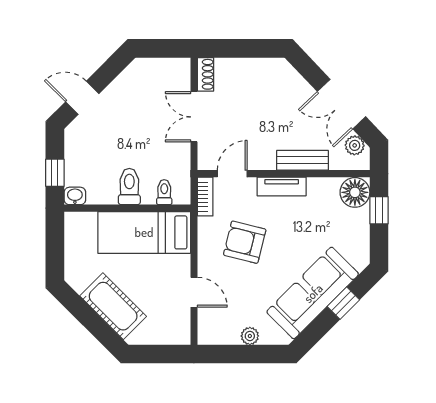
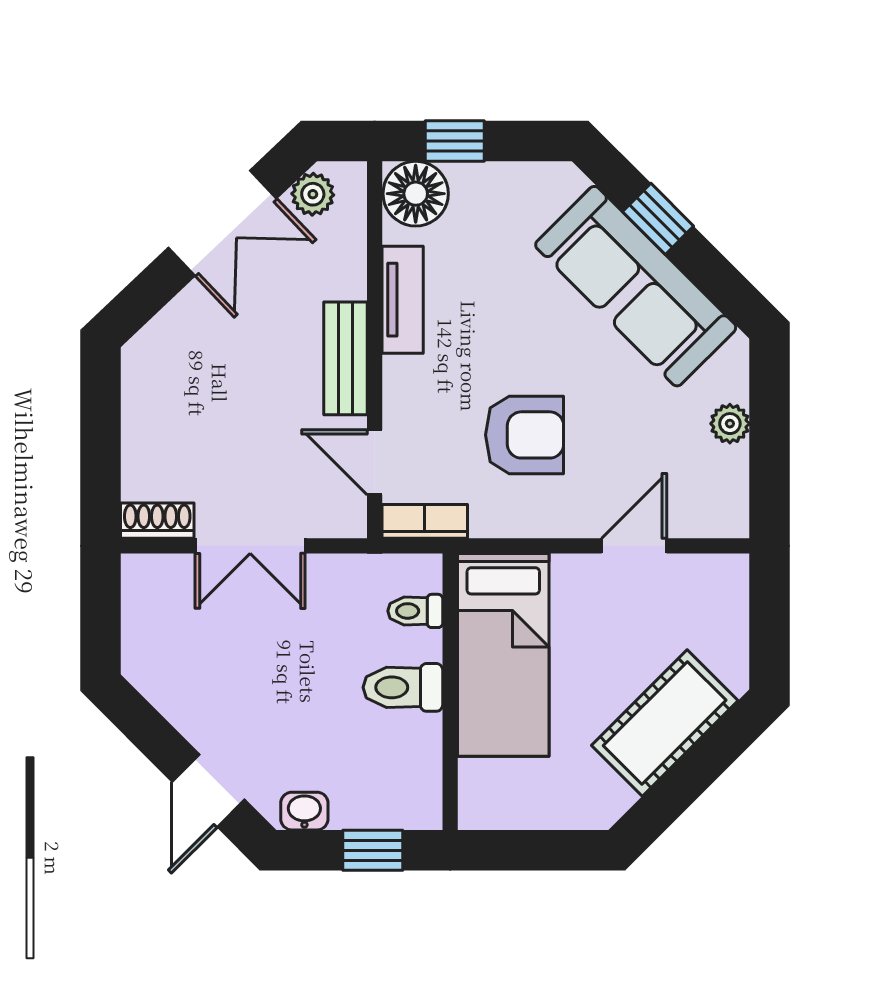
bench: (302, 160) -> (346, 358), moved
tv unit: (282, 186) -> (403, 300), moved
washbasin: (75, 196) -> (304, 811), moved, turned 90
armchair: (245, 242) -> (525, 435), turned -104

